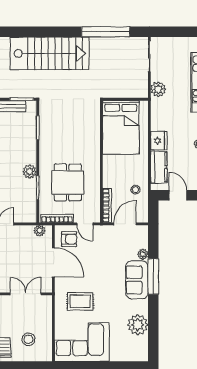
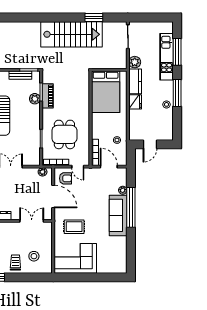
window: (106, 32) -> (94, 17), width x0.47
stairs: (50, 53) -> (72, 34), moved
piano: (46, 133) -> (48, 96), added
kitchen counter: (159, 167) -> (135, 81), moved
plant: (30, 172) -> (35, 99), moved
door: (178, 195) -> (150, 144), swing flipped
door: (125, 224) -> (109, 167), hinge flipped
window: (153, 277) -> (131, 207), width x1.46
sofa: (137, 280) -> (118, 215), width x1.36
plant: (138, 325) -> (119, 245), removed

